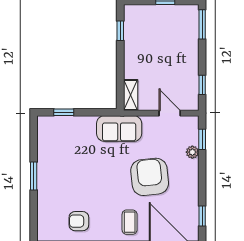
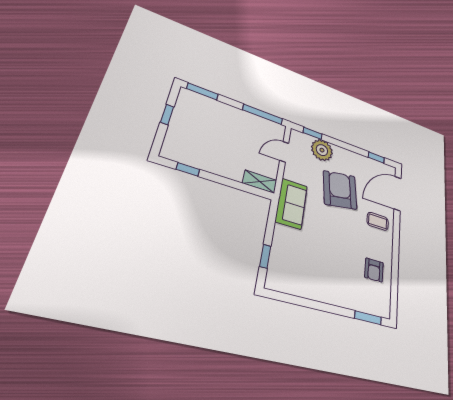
window: (202, 85) -> (263, 114), width x2.17
plant: (192, 152) -> (322, 150), width x1.87, depth x1.87
window: (34, 176) -> (368, 318), moved
armchair: (150, 177) -> (340, 190), turned 87

